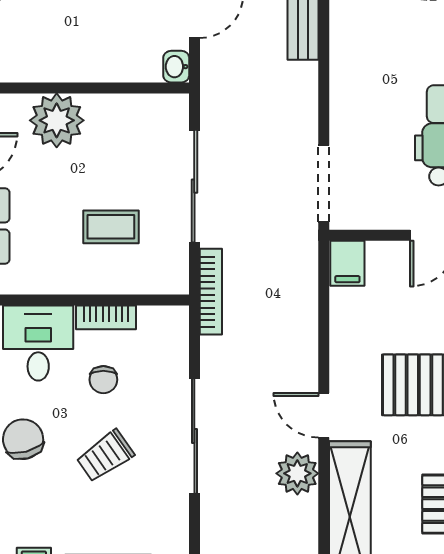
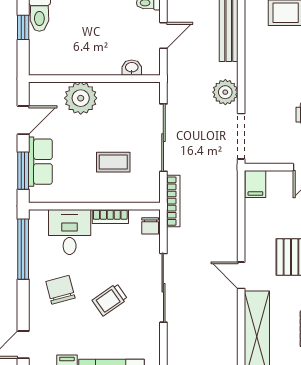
washbasin: (176, 67) -> (132, 68), moved, turned 90
chair: (103, 380) -> (150, 226), moved
plant: (297, 473) -> (225, 92), moved

